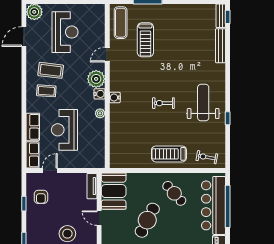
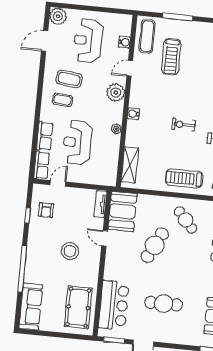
reception desk: (65, 32) -> (88, 40), turned 180
water cooler: (100, 94) -> (124, 42), moved
shelving: (116, 146) -> (130, 165), added

